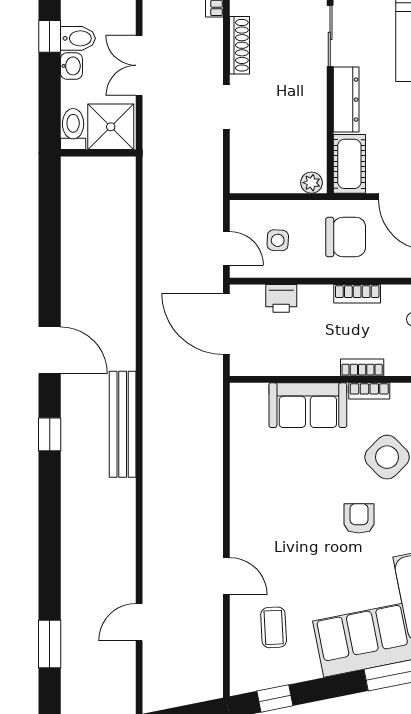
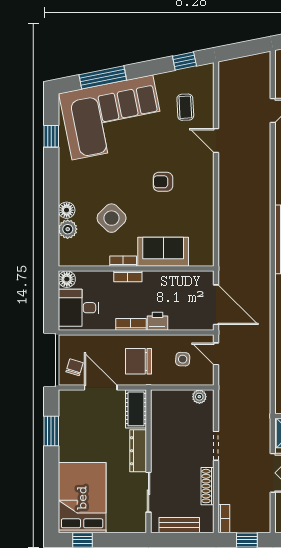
plant: (312, 183) -> (199, 397), moved
printer: (281, 298) -> (157, 321), moved
armchair: (359, 518) -> (163, 182), moved, turned 90

